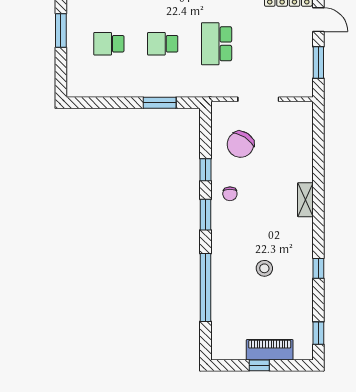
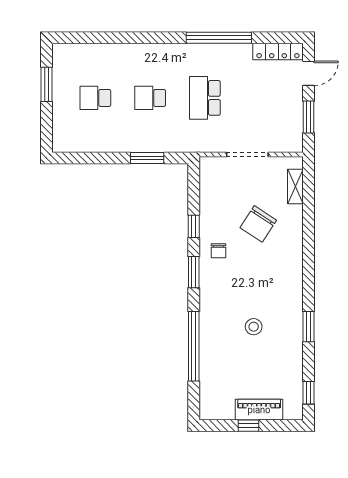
door: (318, 20) -> (309, 73), hinge flipped
chair: (240, 144) -> (258, 224), moved
shelving: (305, 200) -> (295, 186), moved
window: (318, 268) -> (309, 327), width x1.50

